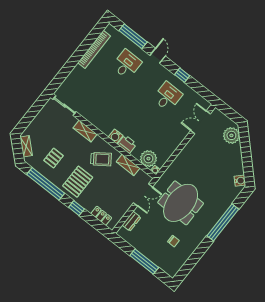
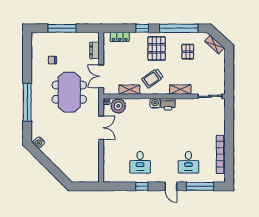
double door: (200, 122) -> (101, 128), moved
plant: (231, 135) -> (71, 171), removed
printer: (127, 144) -> (168, 104), moved

